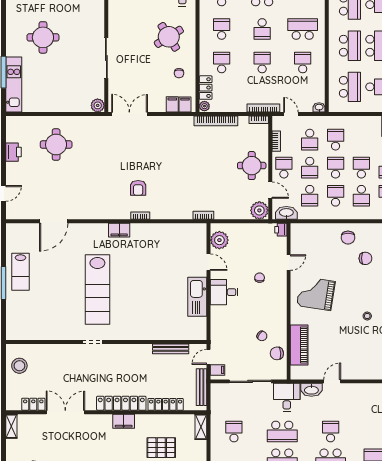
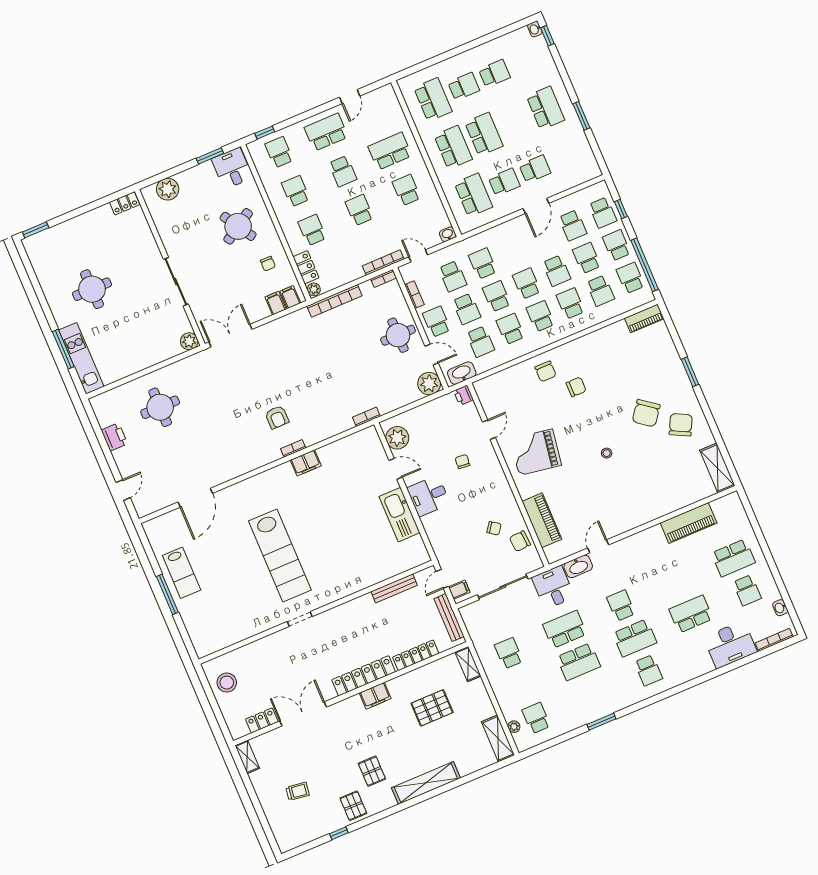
school desk: (361, 196) -> (540, 316), turned 180
filing cabinet: (119, 230) -> (306, 463), moved
school desk: (282, 432) -> (565, 629), turned 180

